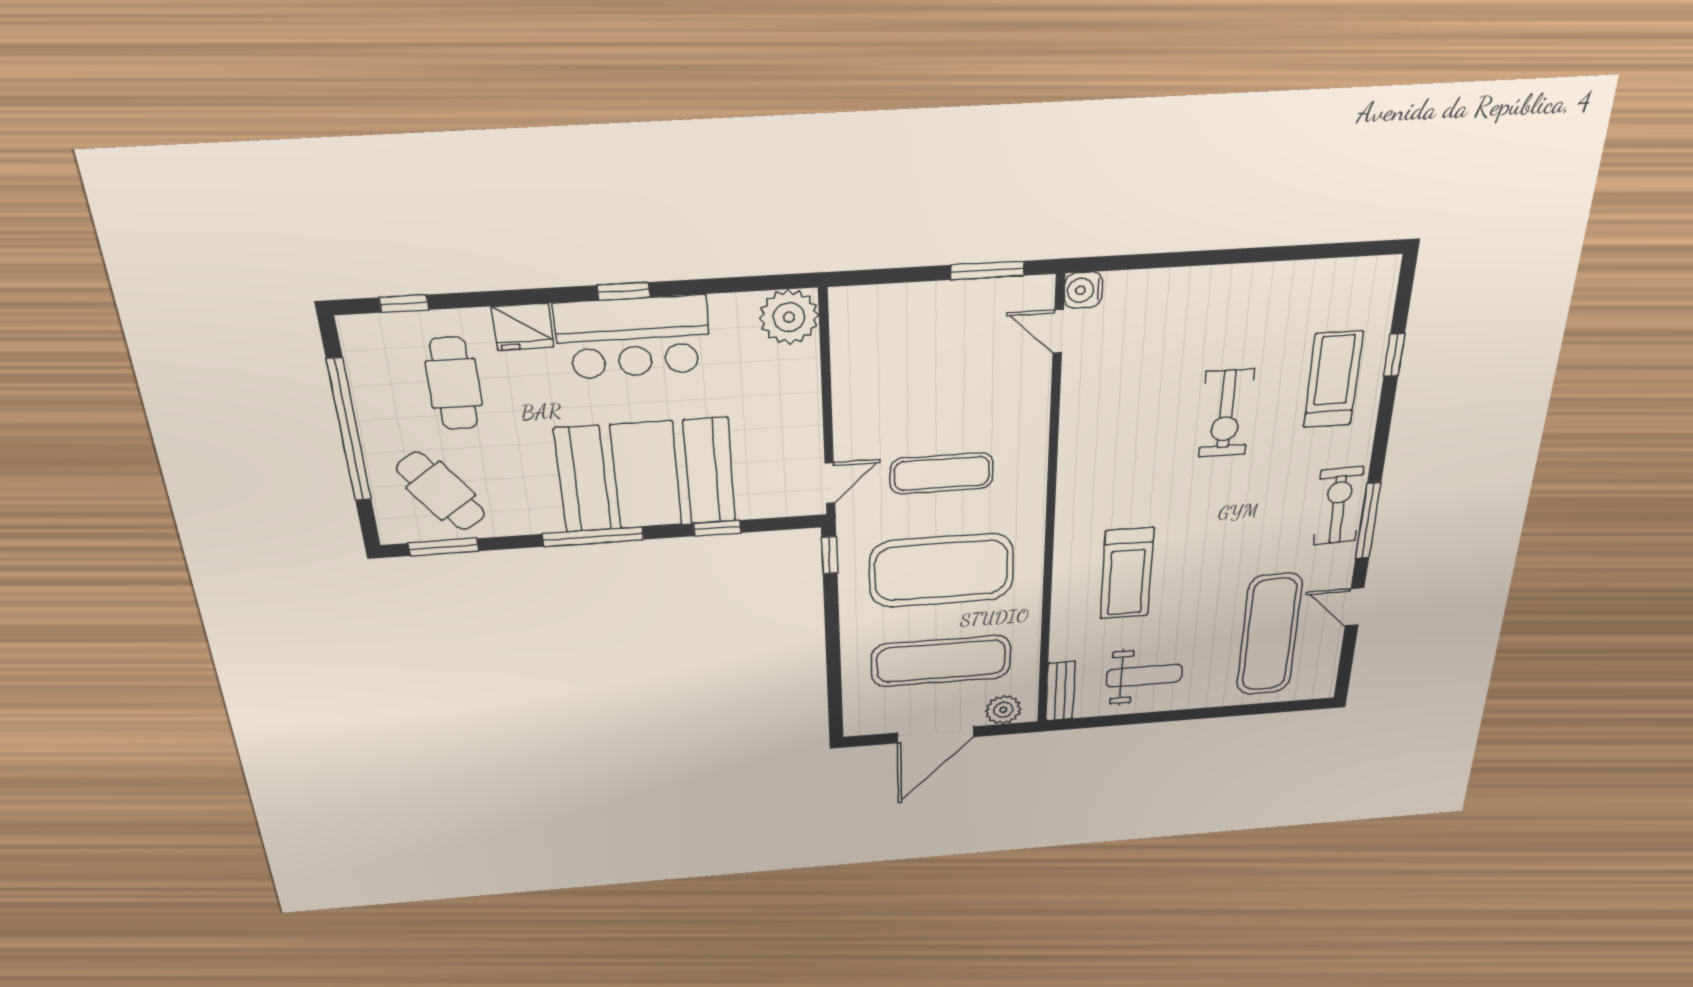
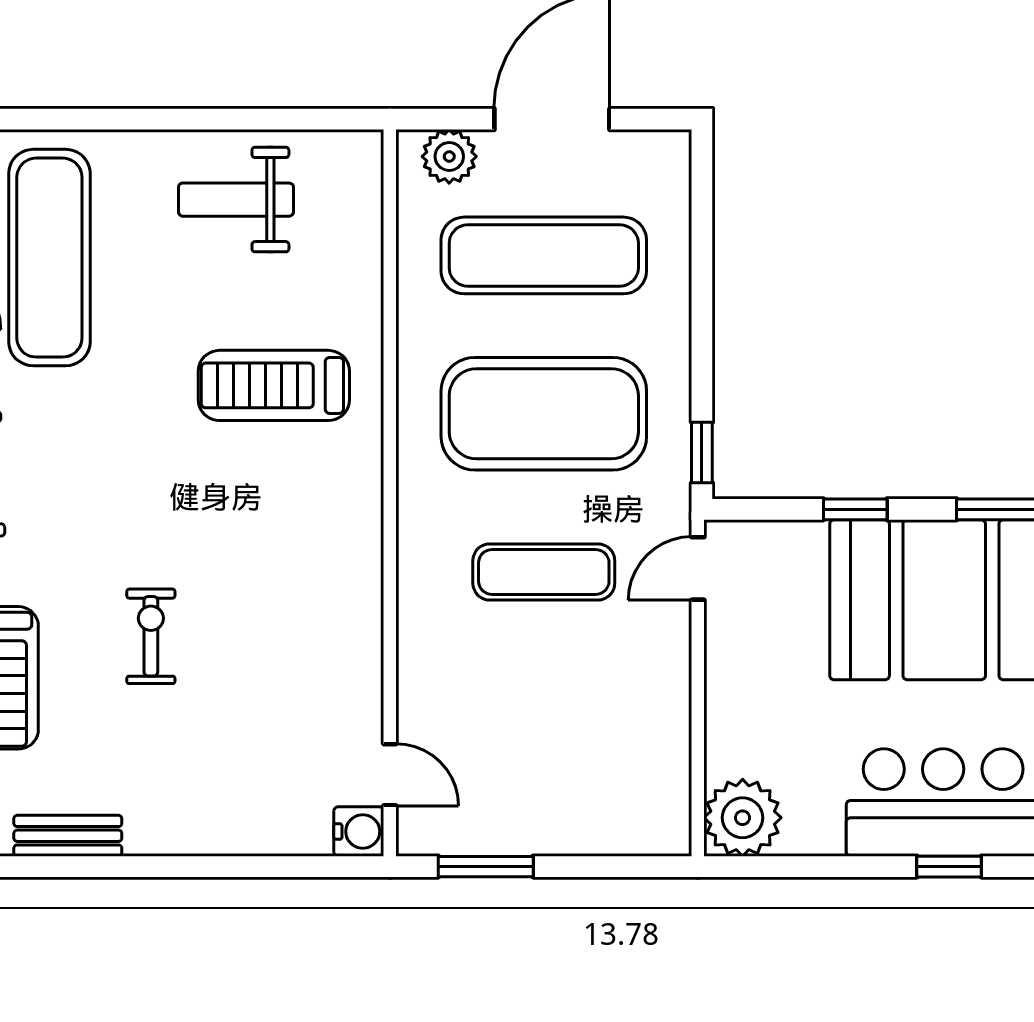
exercise bike: (1226, 413) -> (151, 636), width x0.73, depth x0.72
treadmill: (1127, 574) -> (274, 385), turned -90
bench: (1060, 691) -> (68, 836), moved, turned 90

